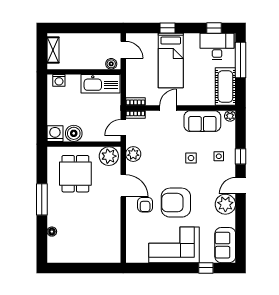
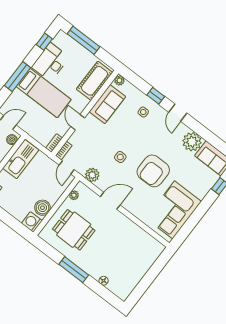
window: (168, 28) -> (17, 77), width x2.17
desk: (217, 46) -> (50, 62), moved
cot: (225, 87) -> (95, 81), moved, turned 90
plant: (109, 156) -> (74, 195), width x0.53, depth x0.53
side table: (191, 158) -> (120, 157), moved
plant: (225, 204) -> (192, 142), moved
armchair: (145, 205) -> (137, 195), removed
corner sofa: (174, 245) -> (174, 210), moved

